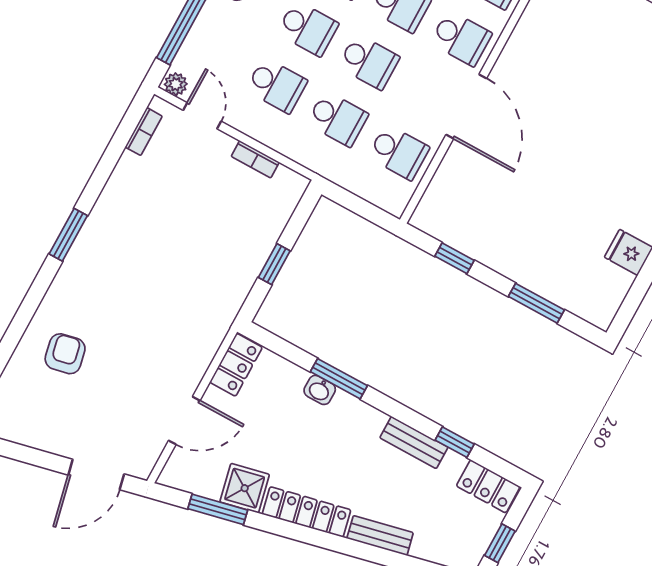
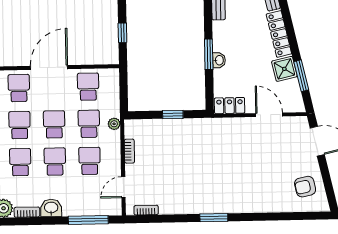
plant: (176, 84) -> (114, 124), moved
armchair: (65, 354) -> (305, 187), moved

